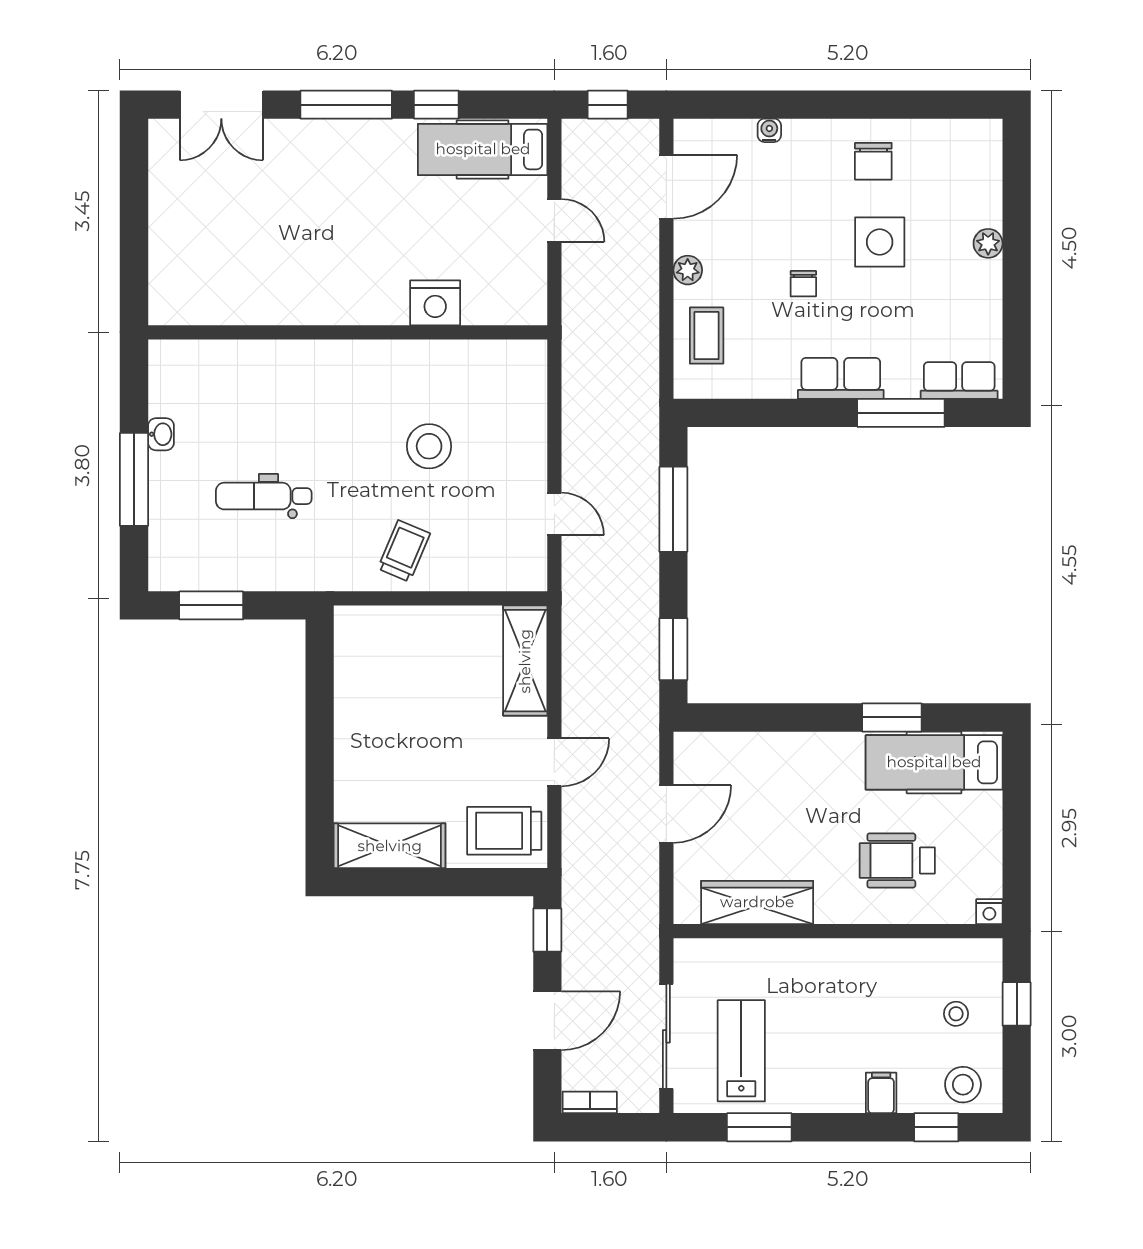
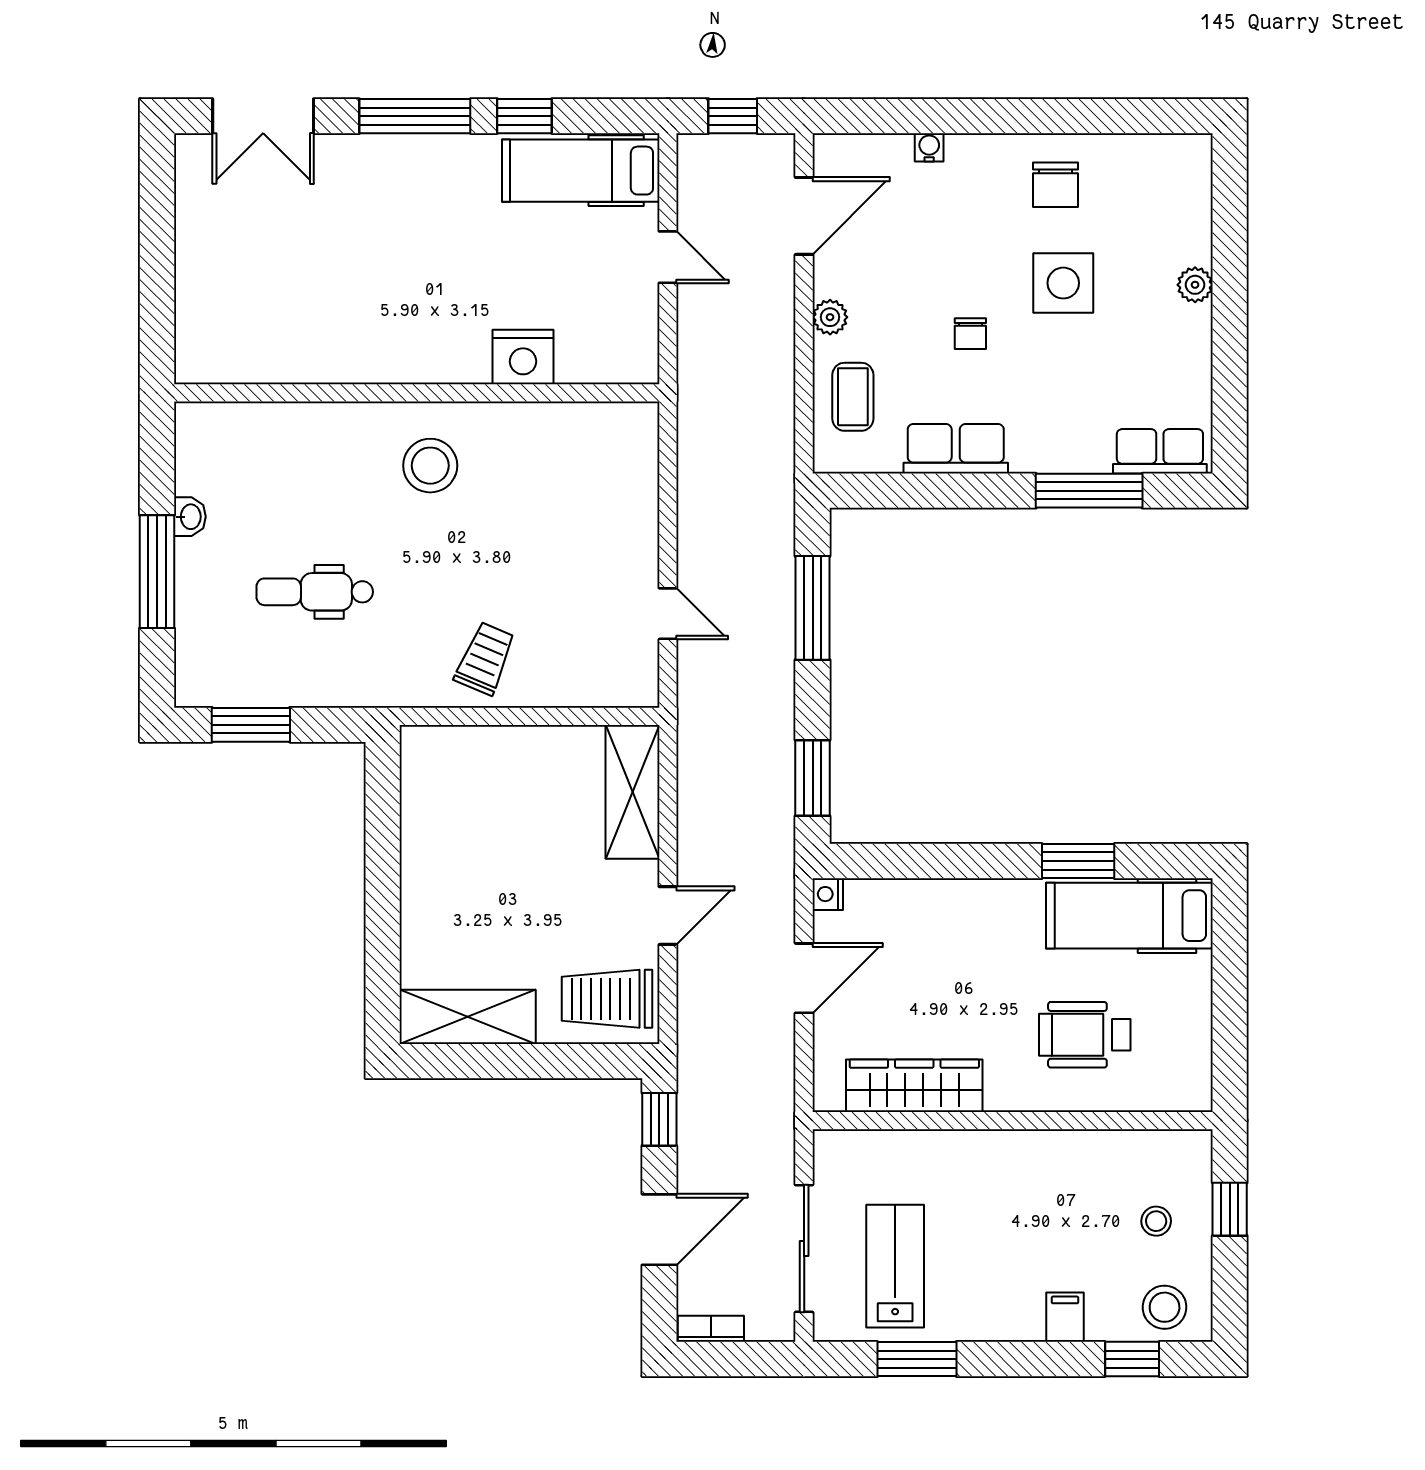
row of seats: (841, 378) -> (956, 449), moved
stool: (429, 446) -> (430, 466), moved
nightstand: (989, 912) -> (828, 894), moved, turned 90

